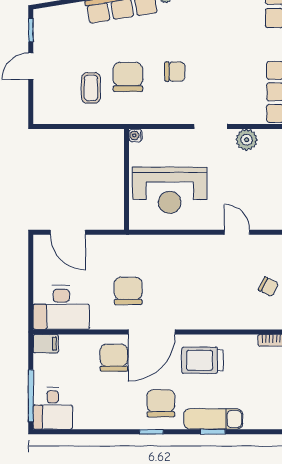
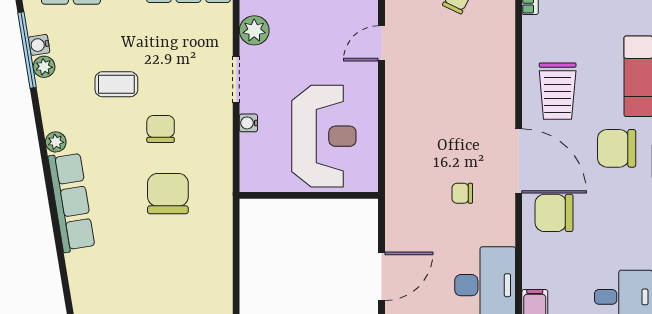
chair: (128, 77) -> (168, 194), turned 90
coffee table: (91, 88) -> (116, 84), moved
water cooler: (135, 135) -> (248, 123), moved, turned 90
chair: (128, 291) -> (462, 193), width x0.54, depth x0.54

